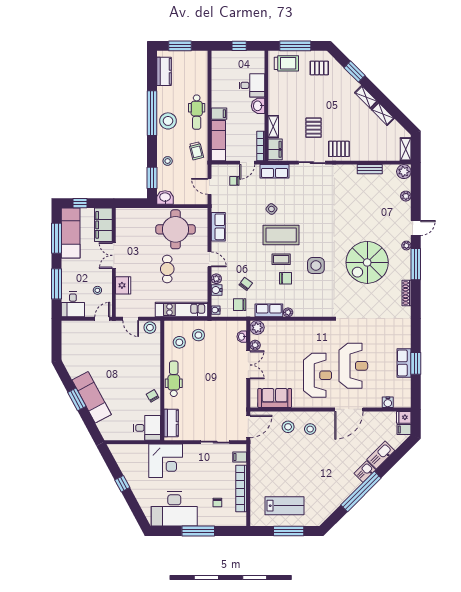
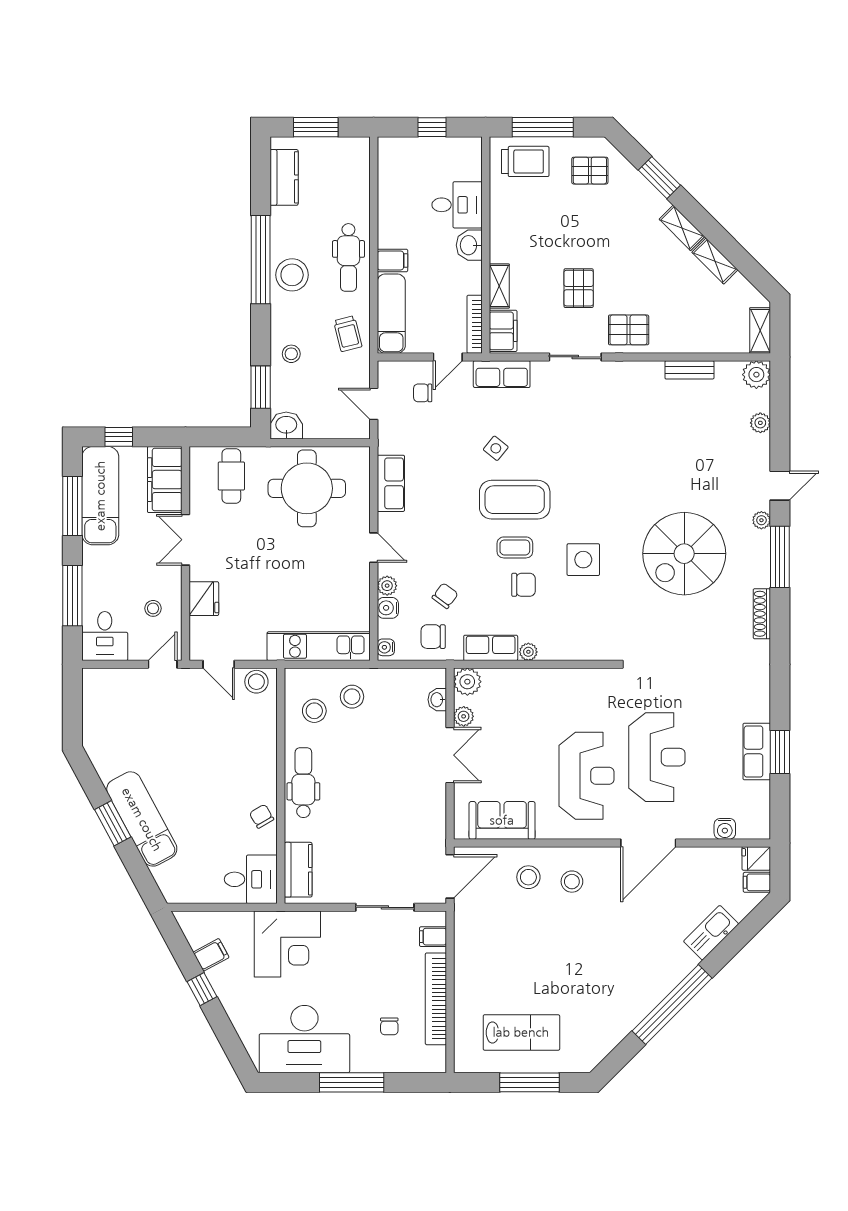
cafe table: (167, 269) -> (231, 476), moved
filing cabinet: (127, 466) -> (211, 955), added
kitchen sink: (365, 472) -> (679, 965), removed

